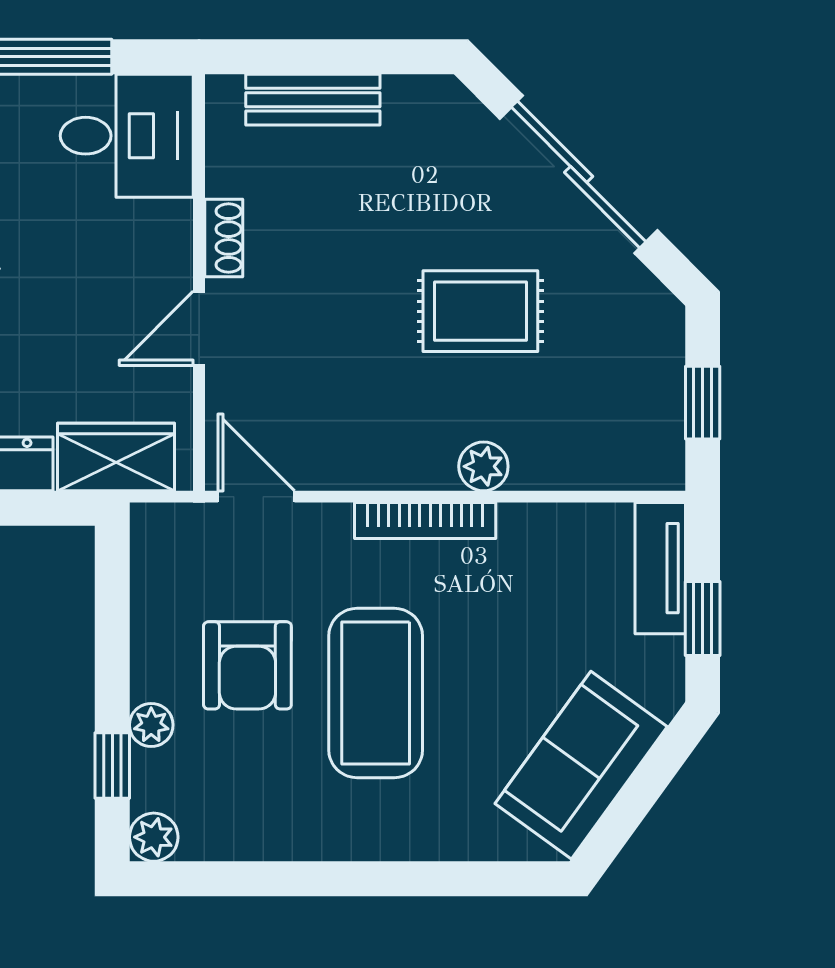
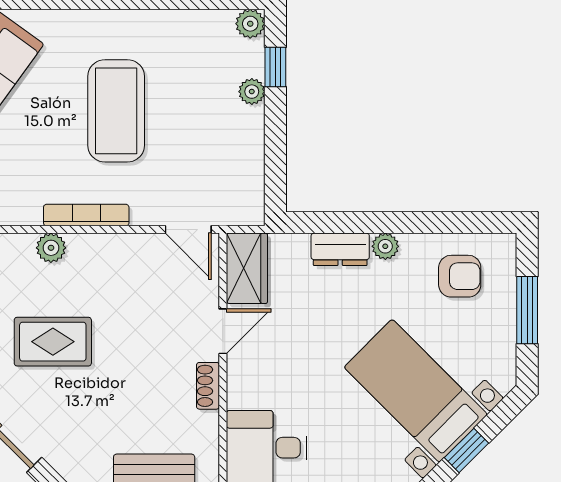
wardrobe: (116, 457) -> (247, 268), moved, turned -90
armchair: (247, 665) -> (194, 128), removed

